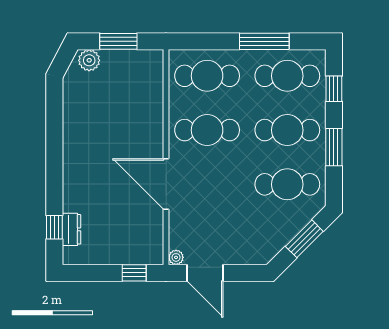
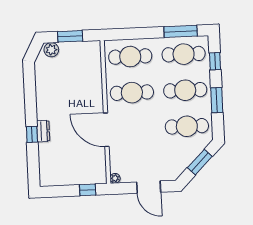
window: (264, 41) -> (181, 31), moved
window: (54, 227) -> (32, 134), moved
dresser: (71, 229) -> (43, 131), moved
door: (205, 273) -> (149, 187), moved

